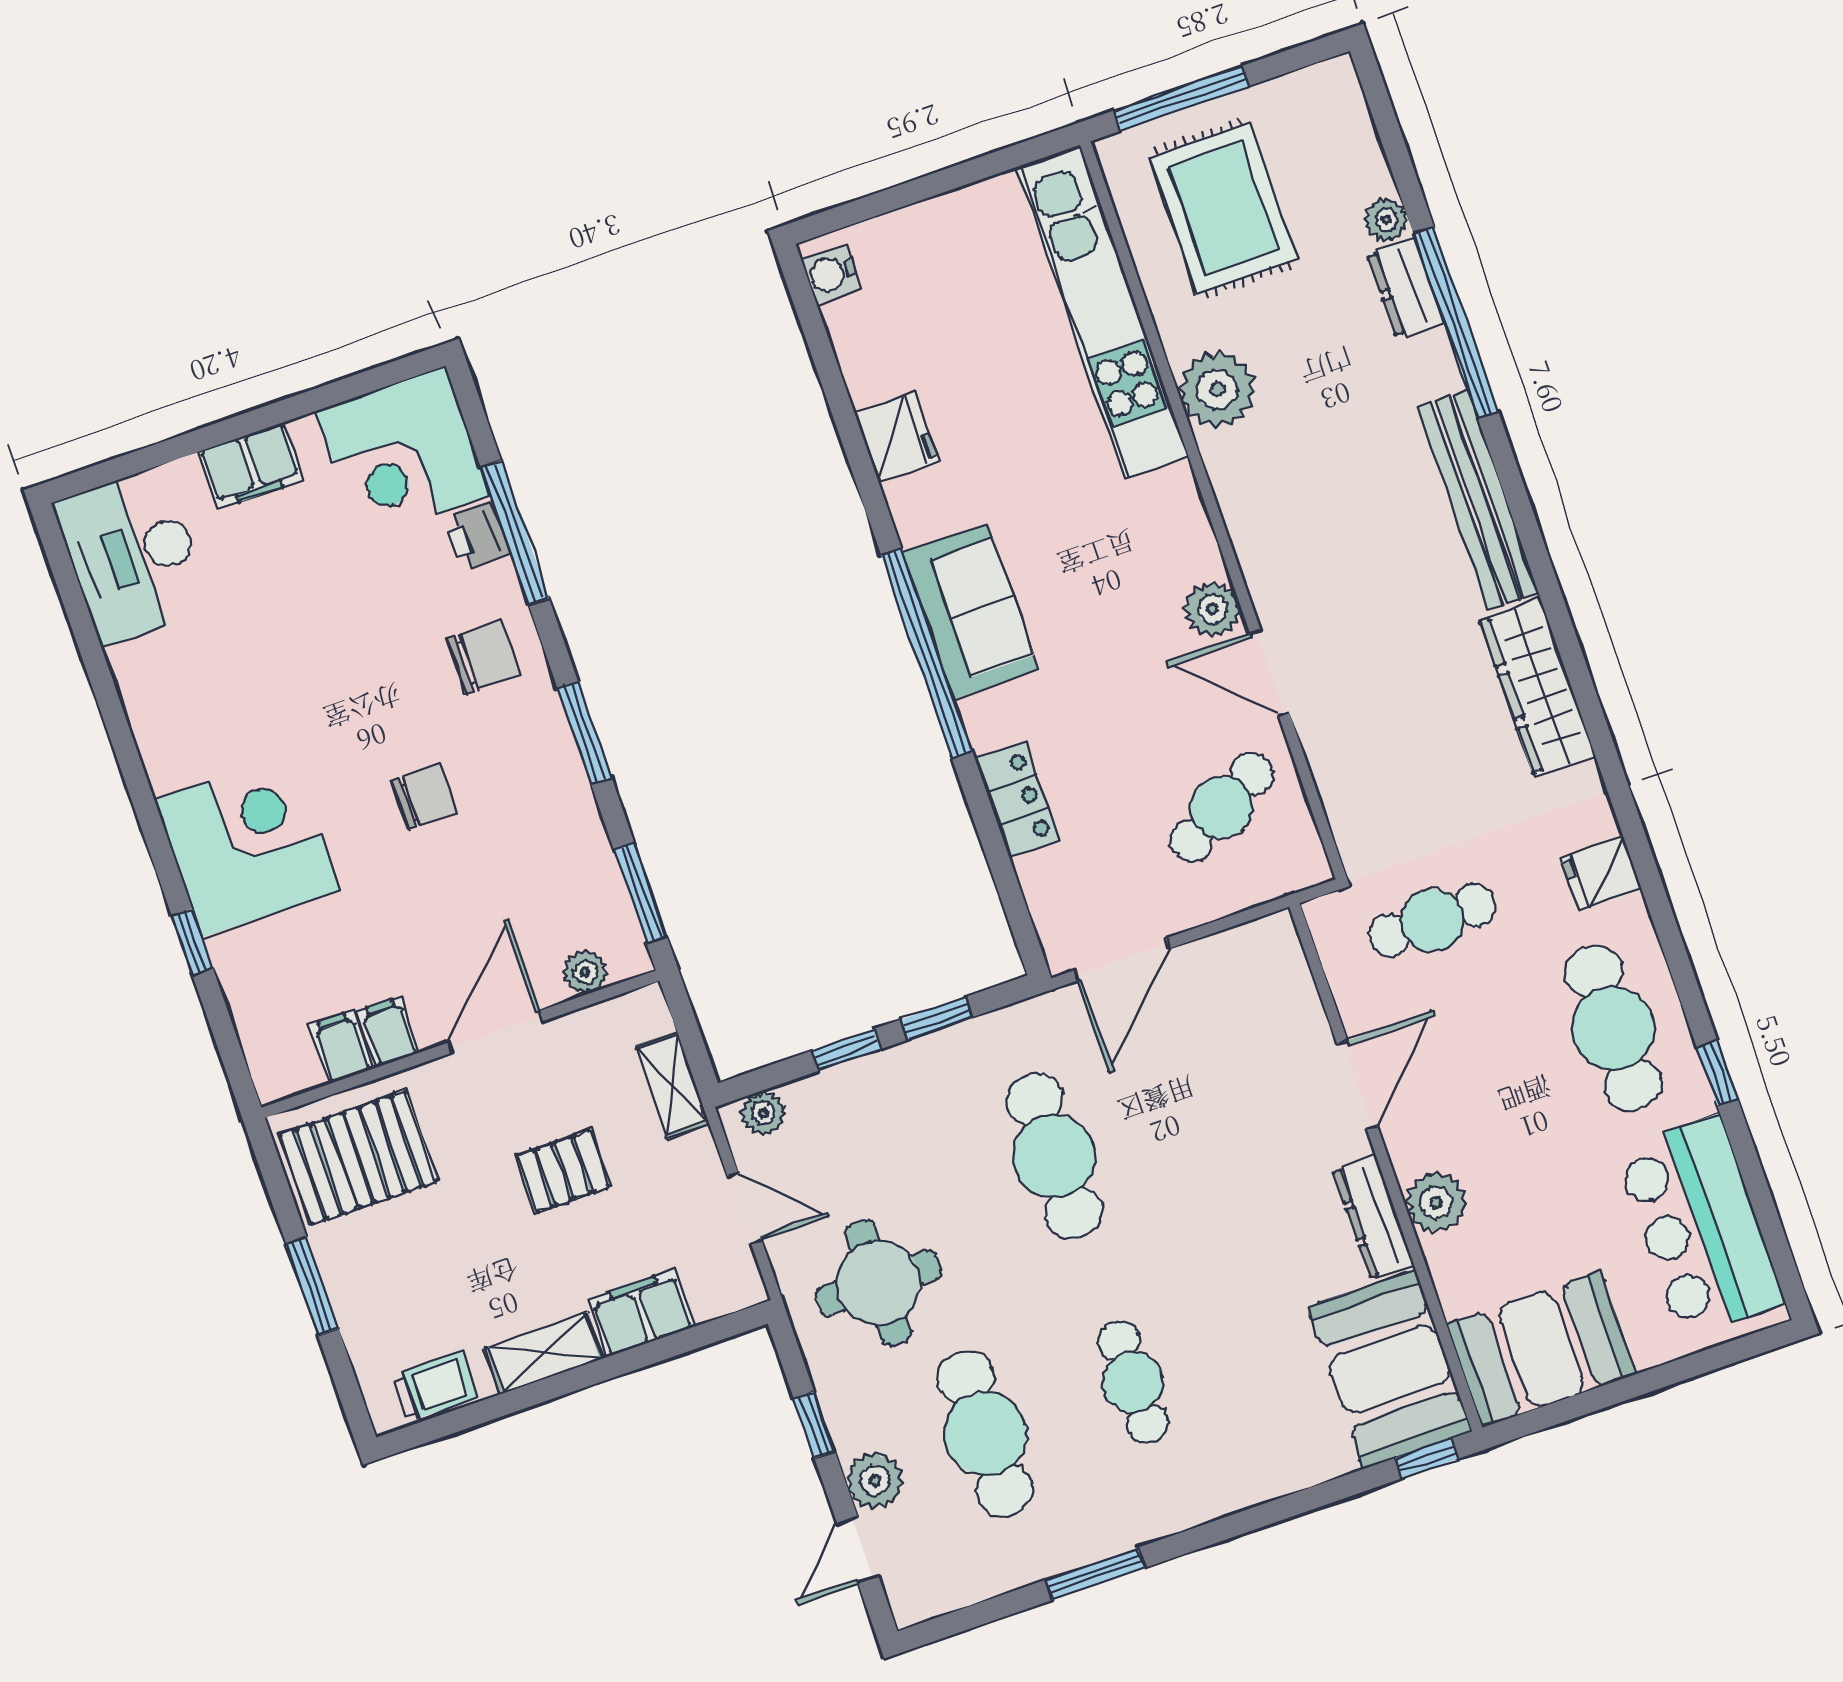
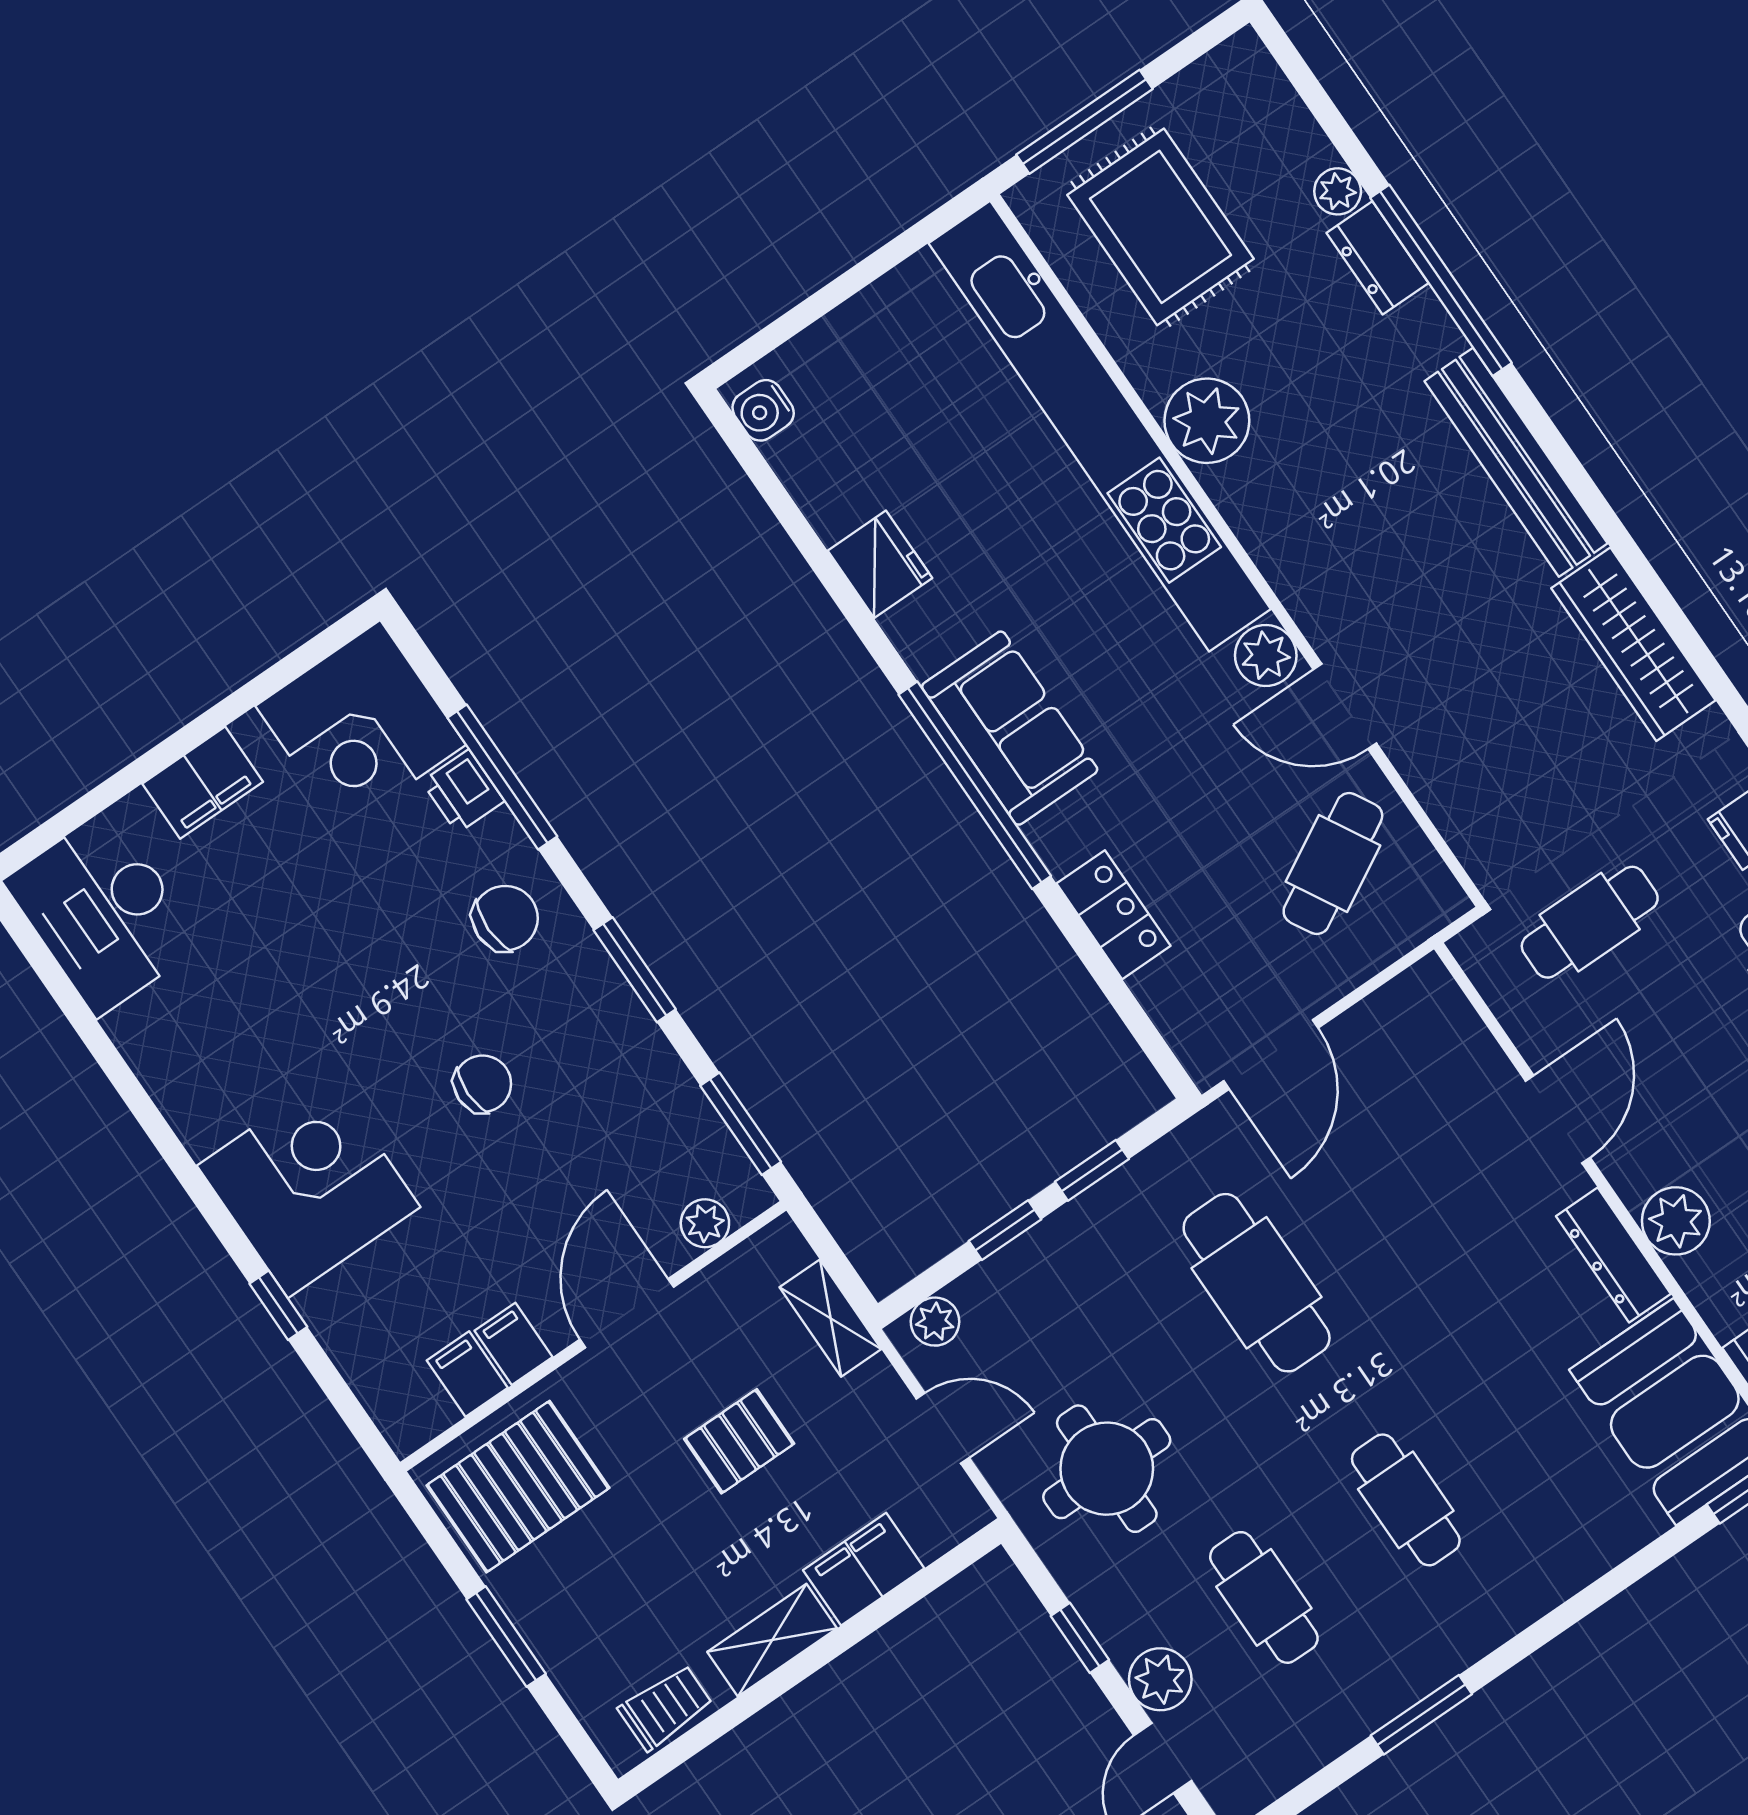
kitchen unit: (1102, 312) -> (1100, 426), width x1.36
cafe table: (985, 1433) -> (1264, 1597), width x0.73, depth x0.74

